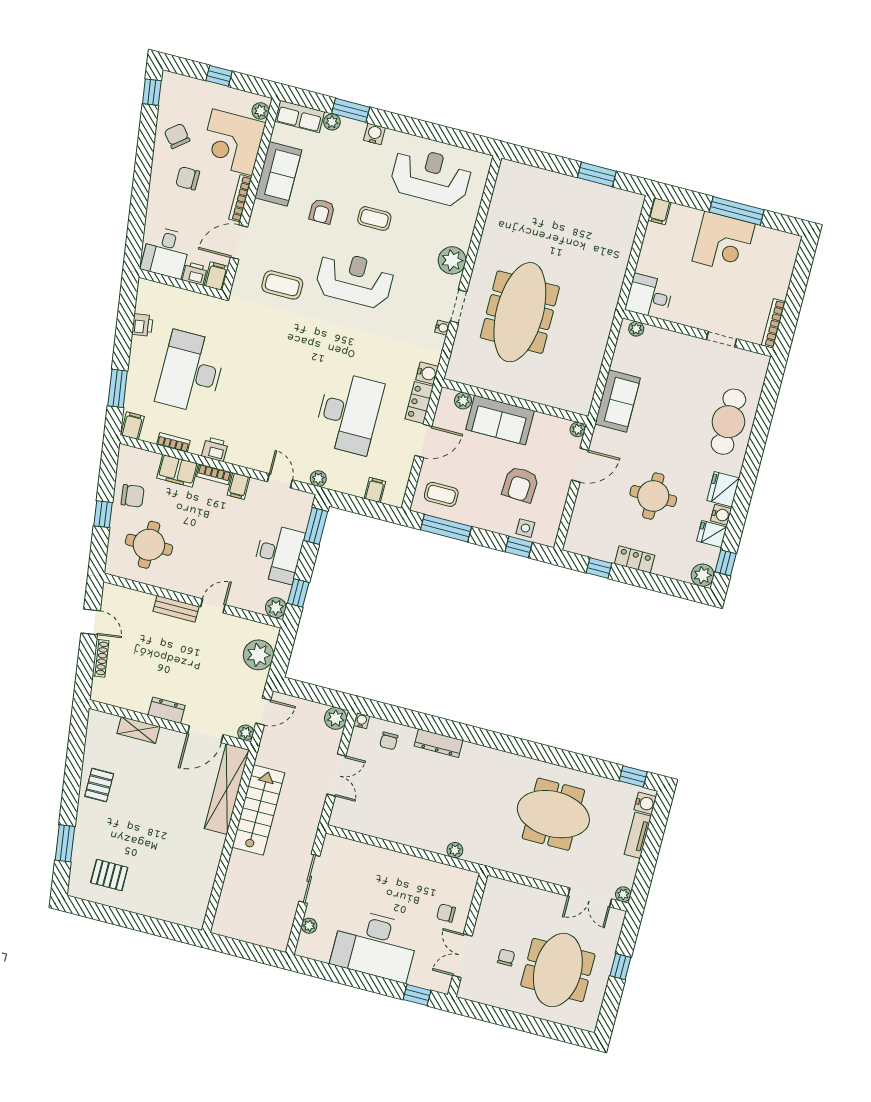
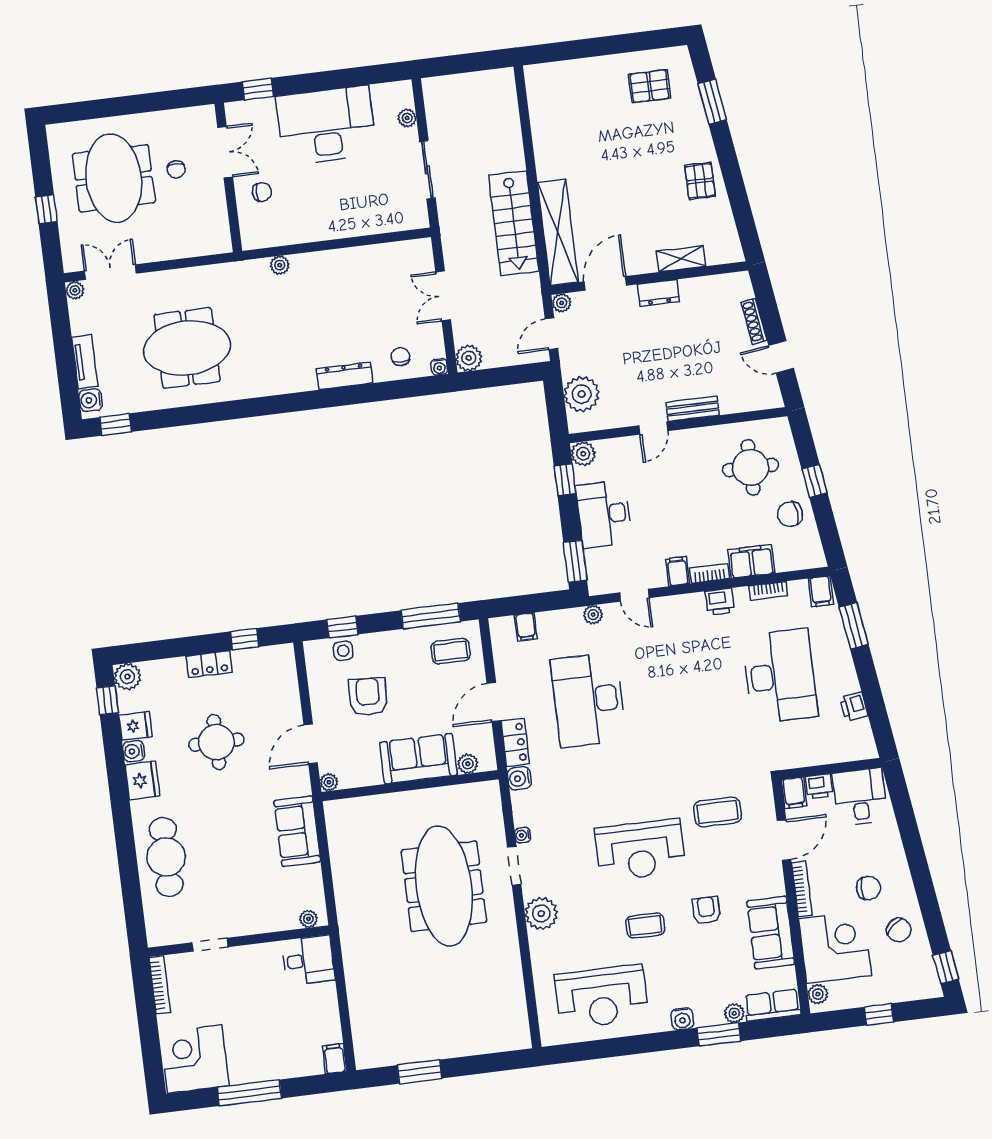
corner desk: (724, 243) -> (195, 1059), moved

